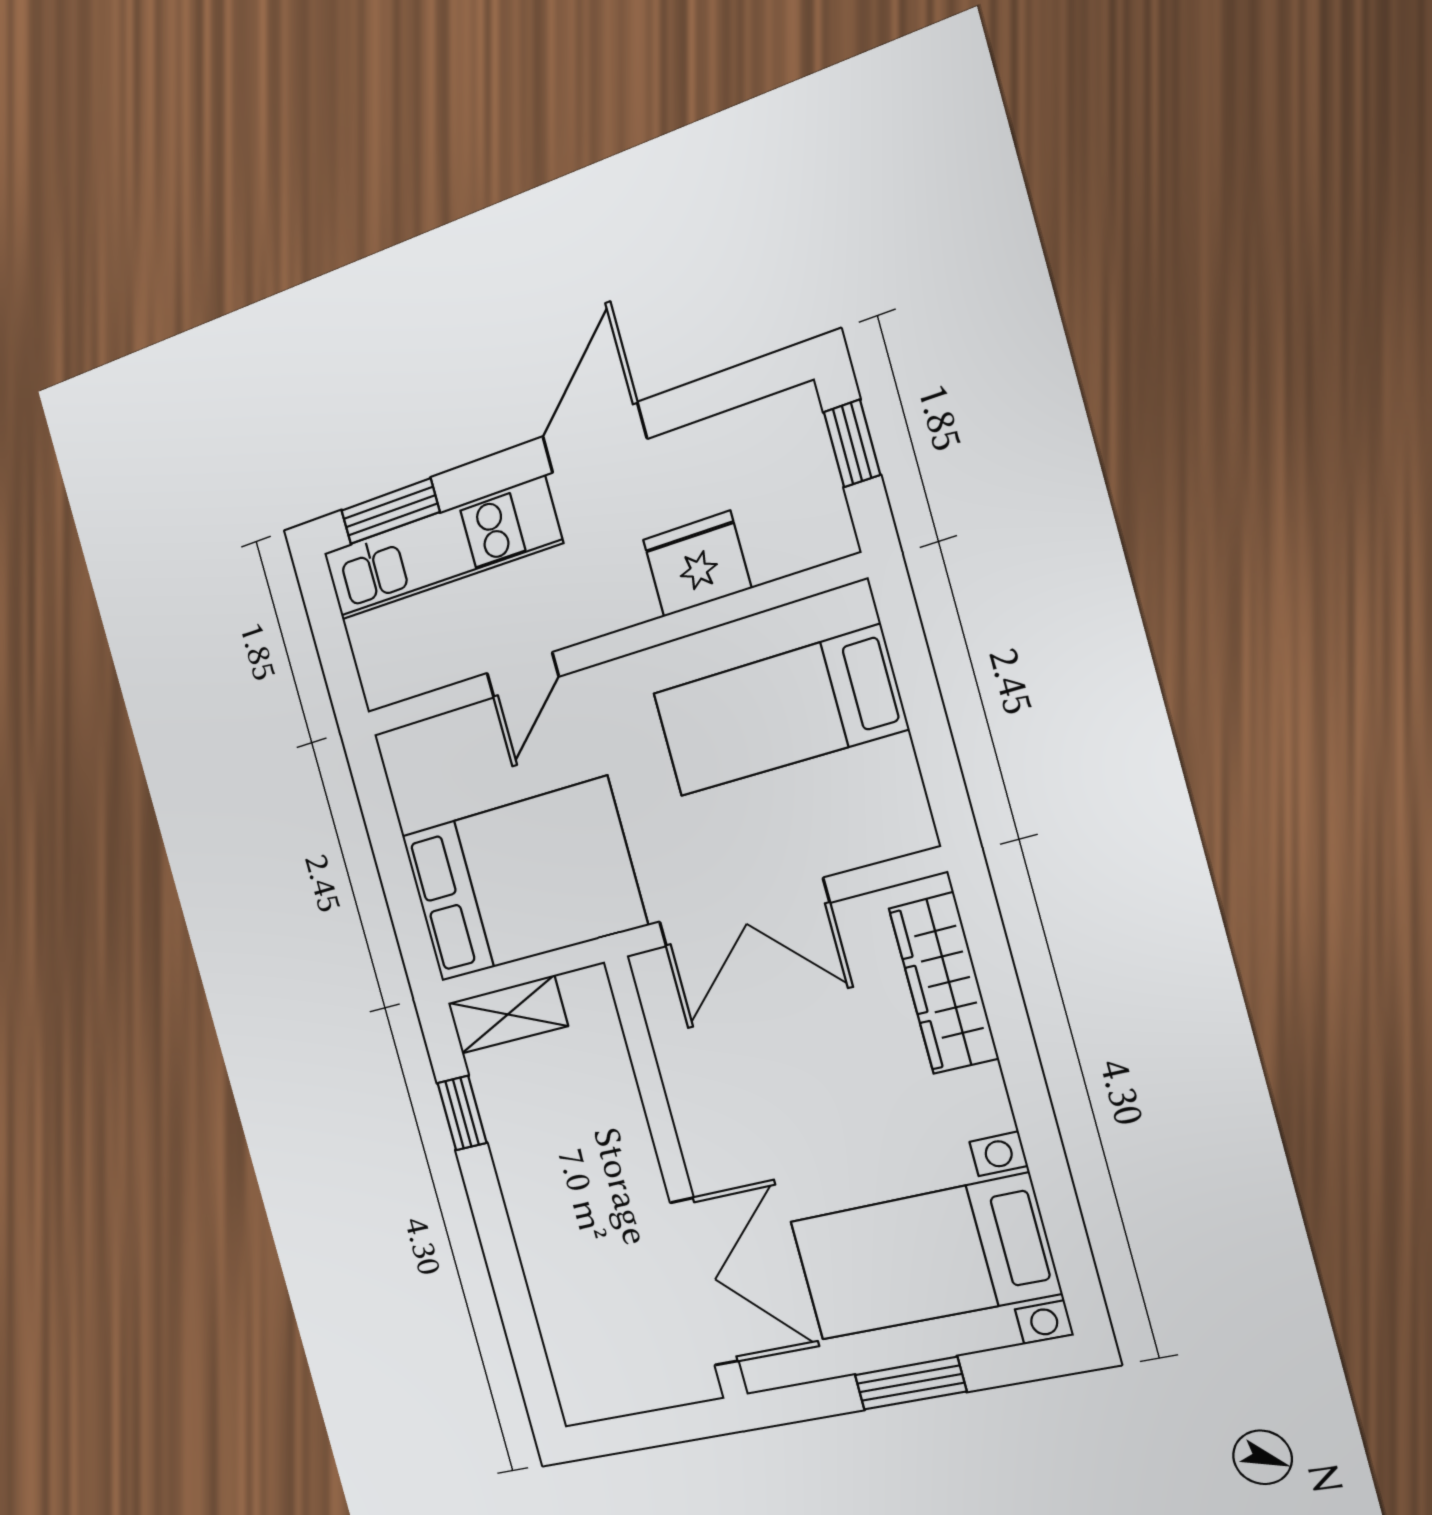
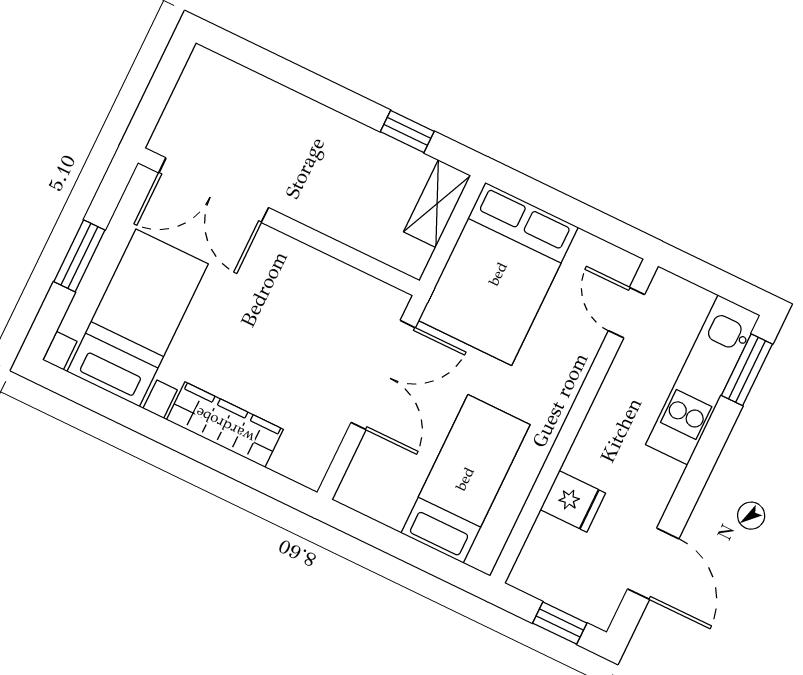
door: (595, 438) -> (653, 564), moved
fridge: (697, 564) -> (573, 501), width x0.72
door: (523, 675) -> (627, 313), moved
double door: (743, 912) -> (383, 375), swing flipped
wardrobe: (944, 983) -> (225, 425), moved

